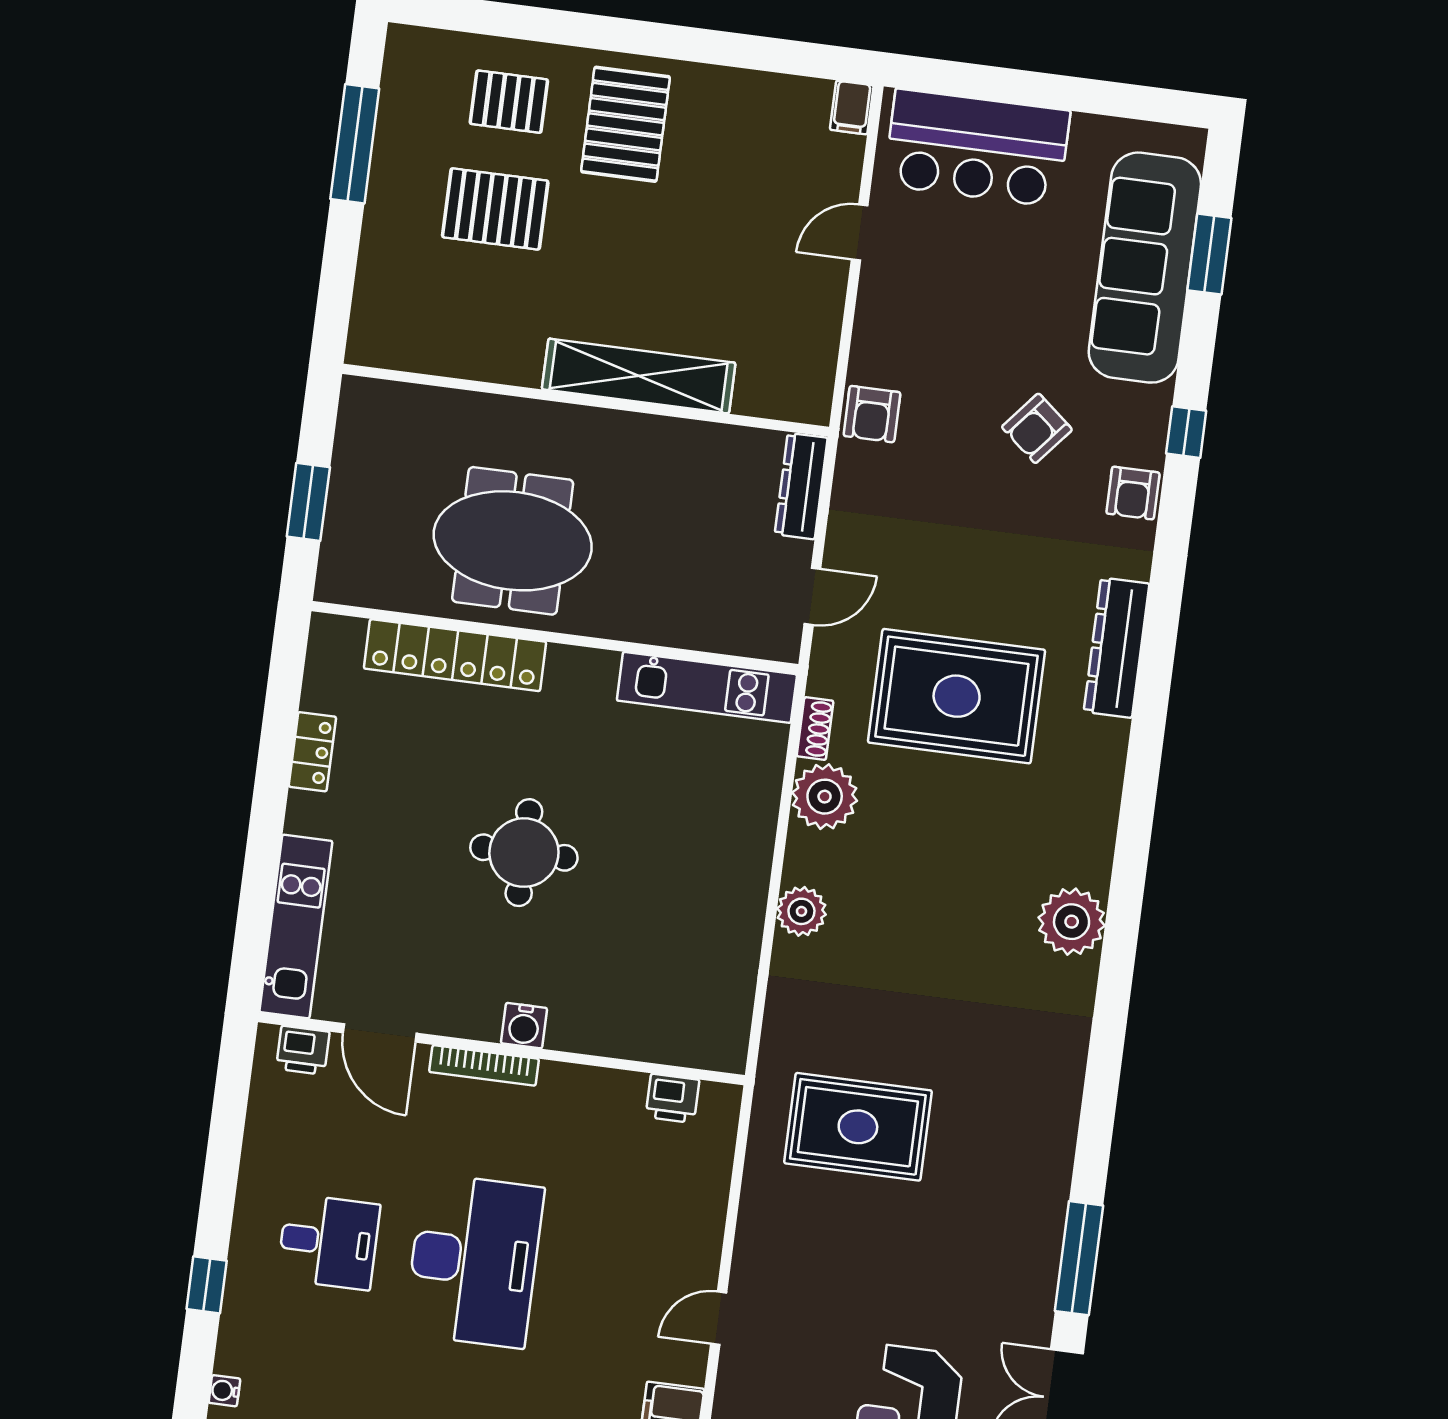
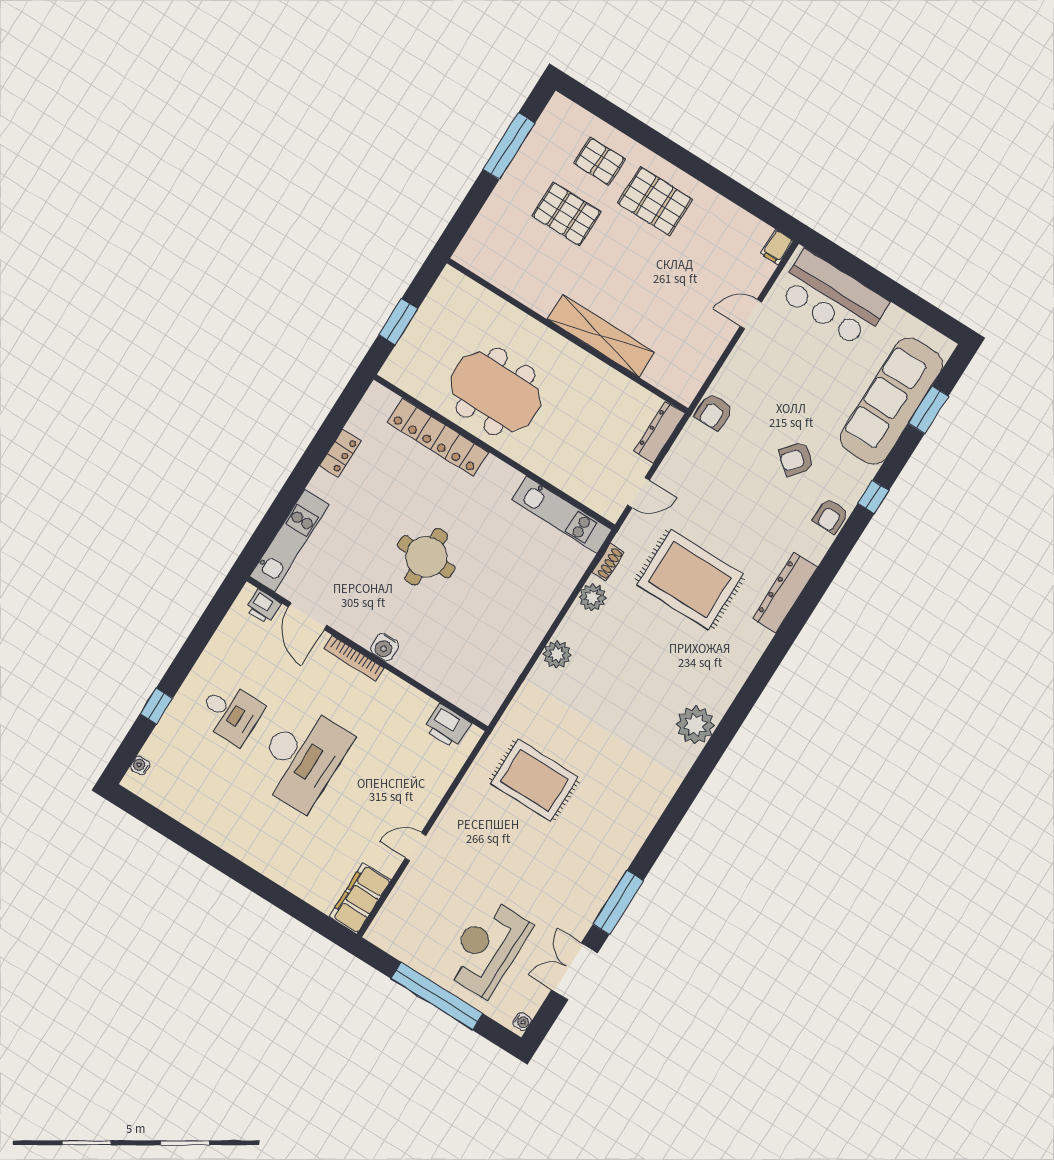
pallet: (625, 124) -> (655, 201), turned 90
plant: (825, 797) -> (592, 597), width x0.73, depth x0.73
printer: (672, 1098) -> (447, 726), width x1.36, depth x1.24

